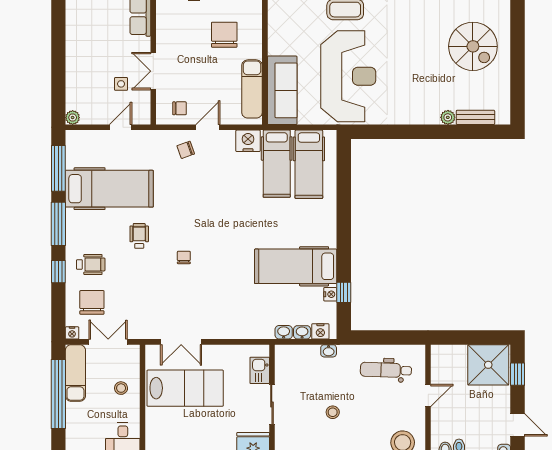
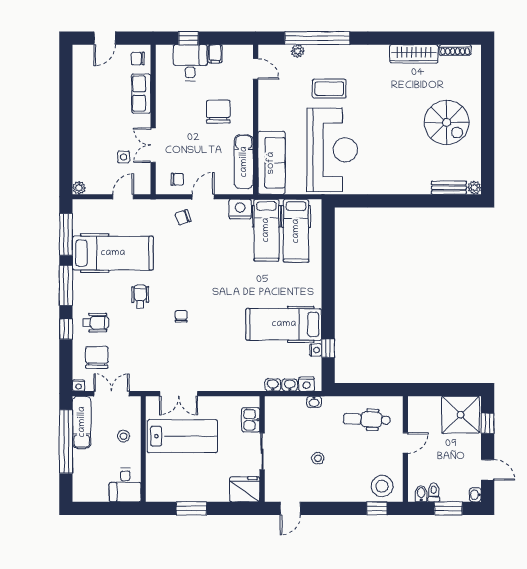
plant: (448, 117) -> (474, 188), moved

